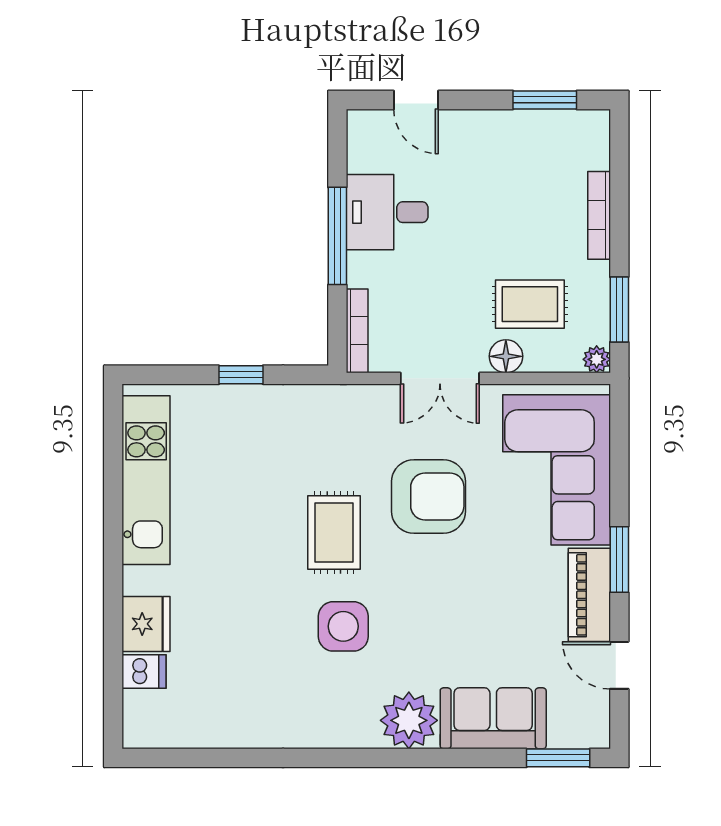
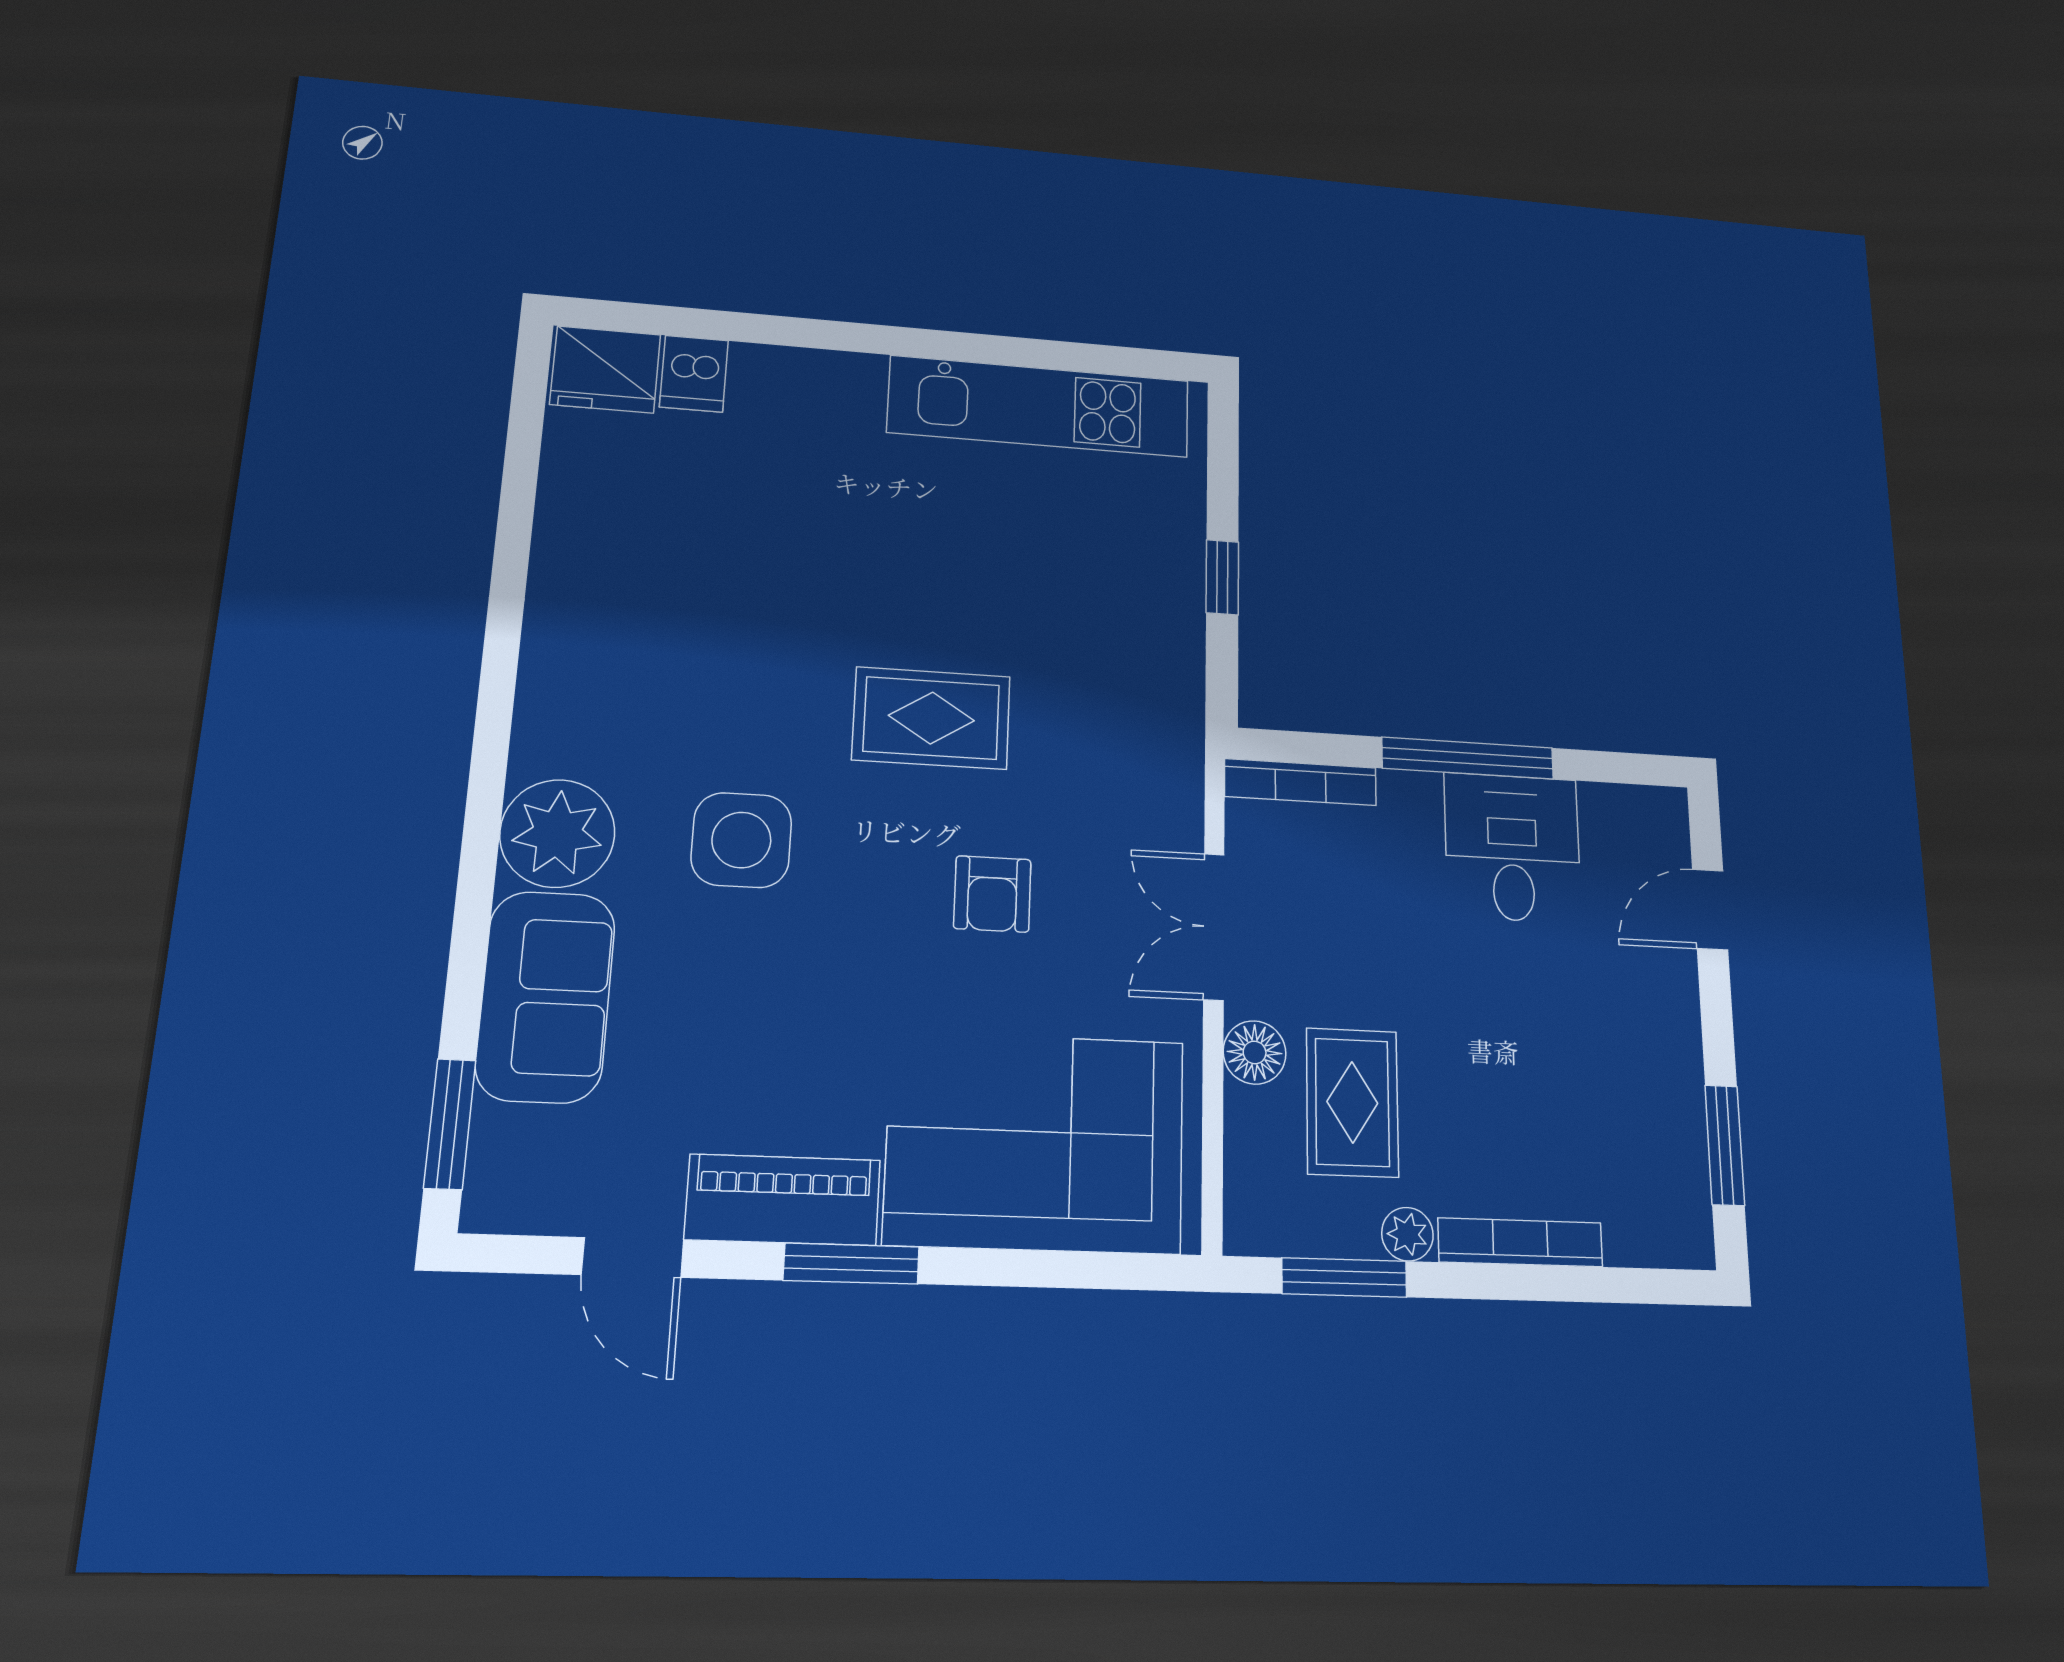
plant: (597, 359) -> (1407, 1234), moved
armchair: (429, 496) -> (992, 894), width x0.53, depth x0.53
fridge: (146, 624) -> (605, 369), moved
side table: (343, 626) -> (741, 840), moved
door: (619, 665) -> (633, 1257), swing flipped

